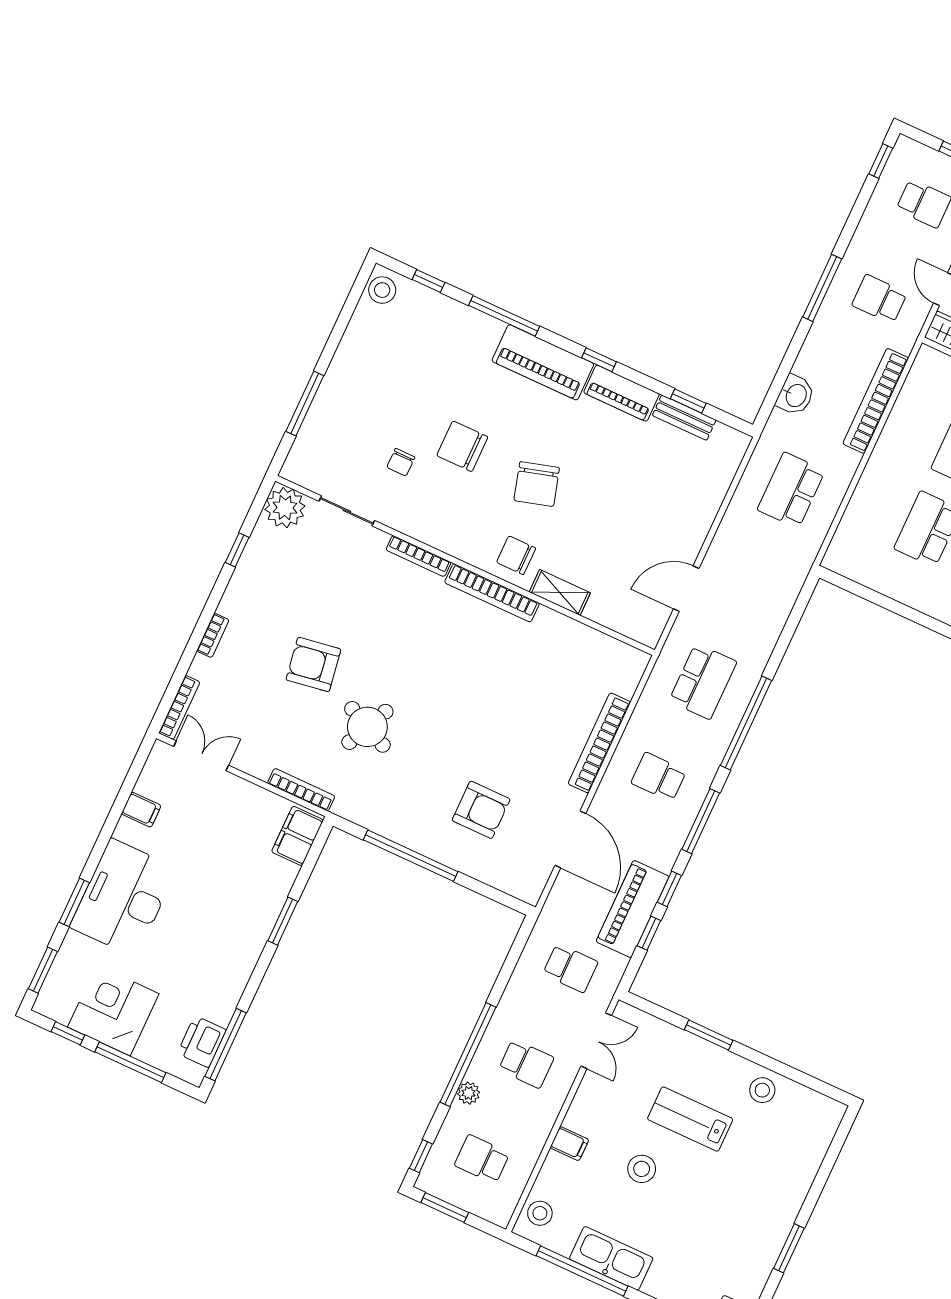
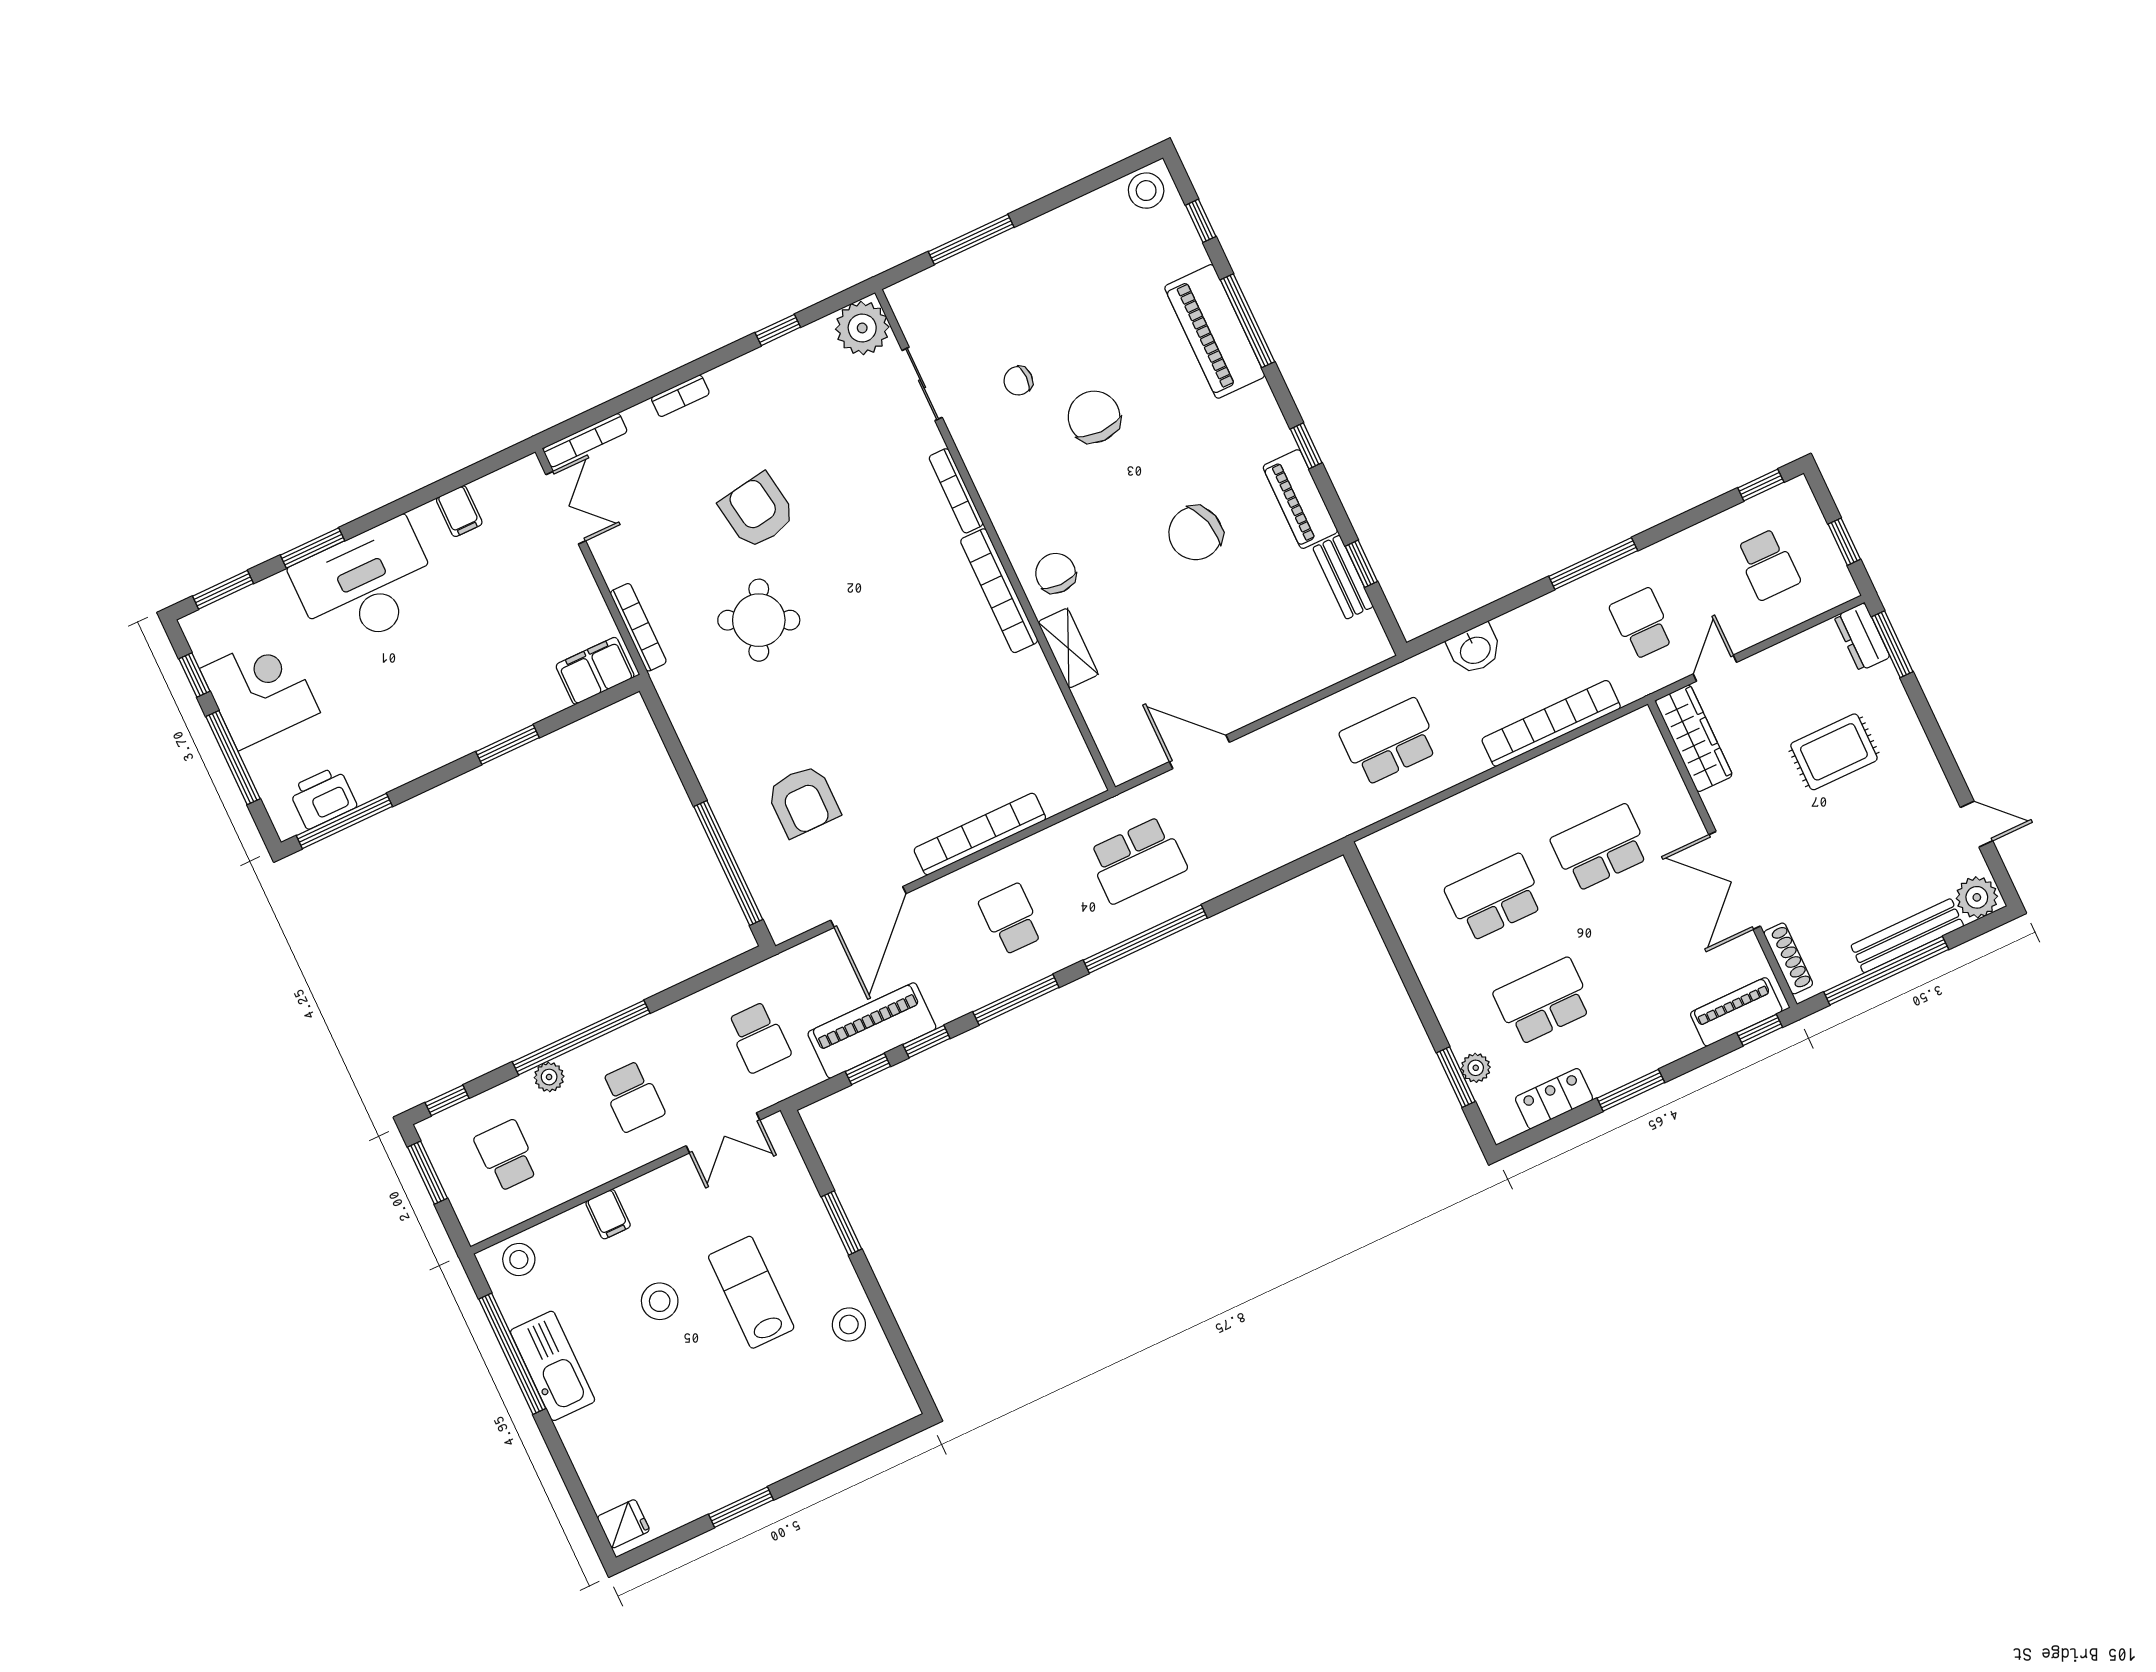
piano: (543, 362) -> (1215, 331), moved
chair: (537, 484) -> (1195, 533), moved
window: (411, 856) -> (728, 863), moved

